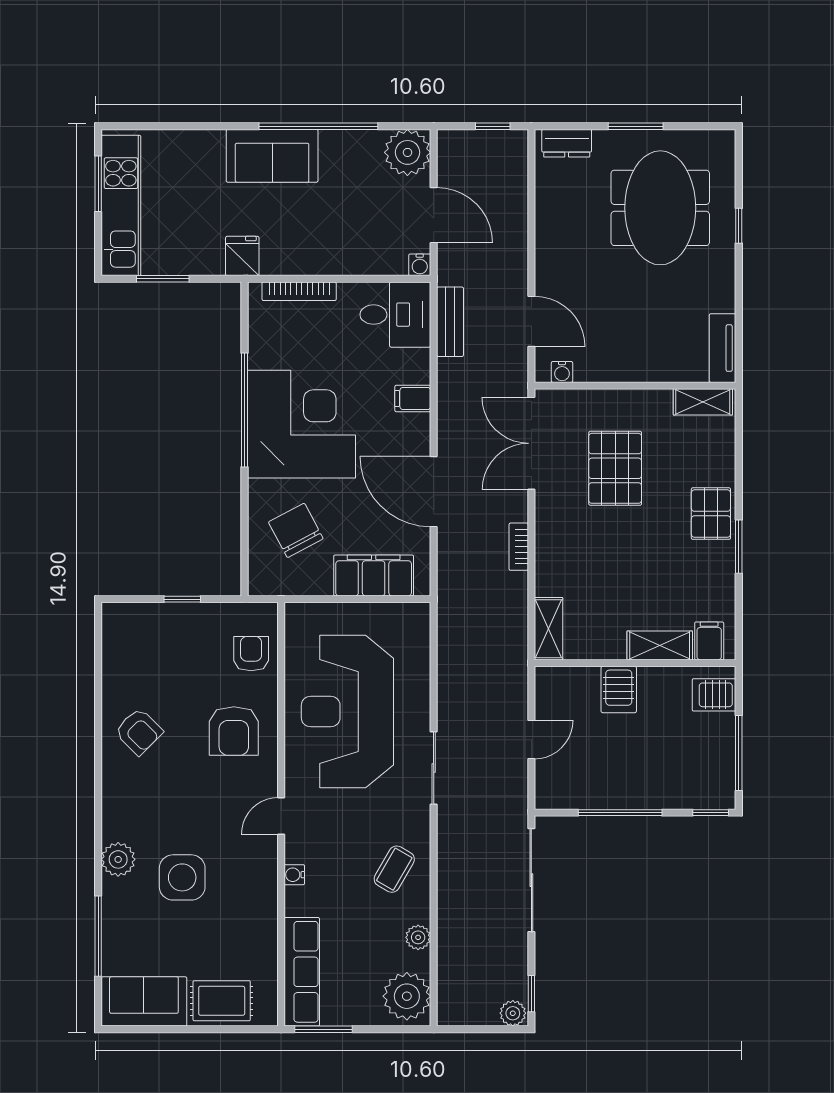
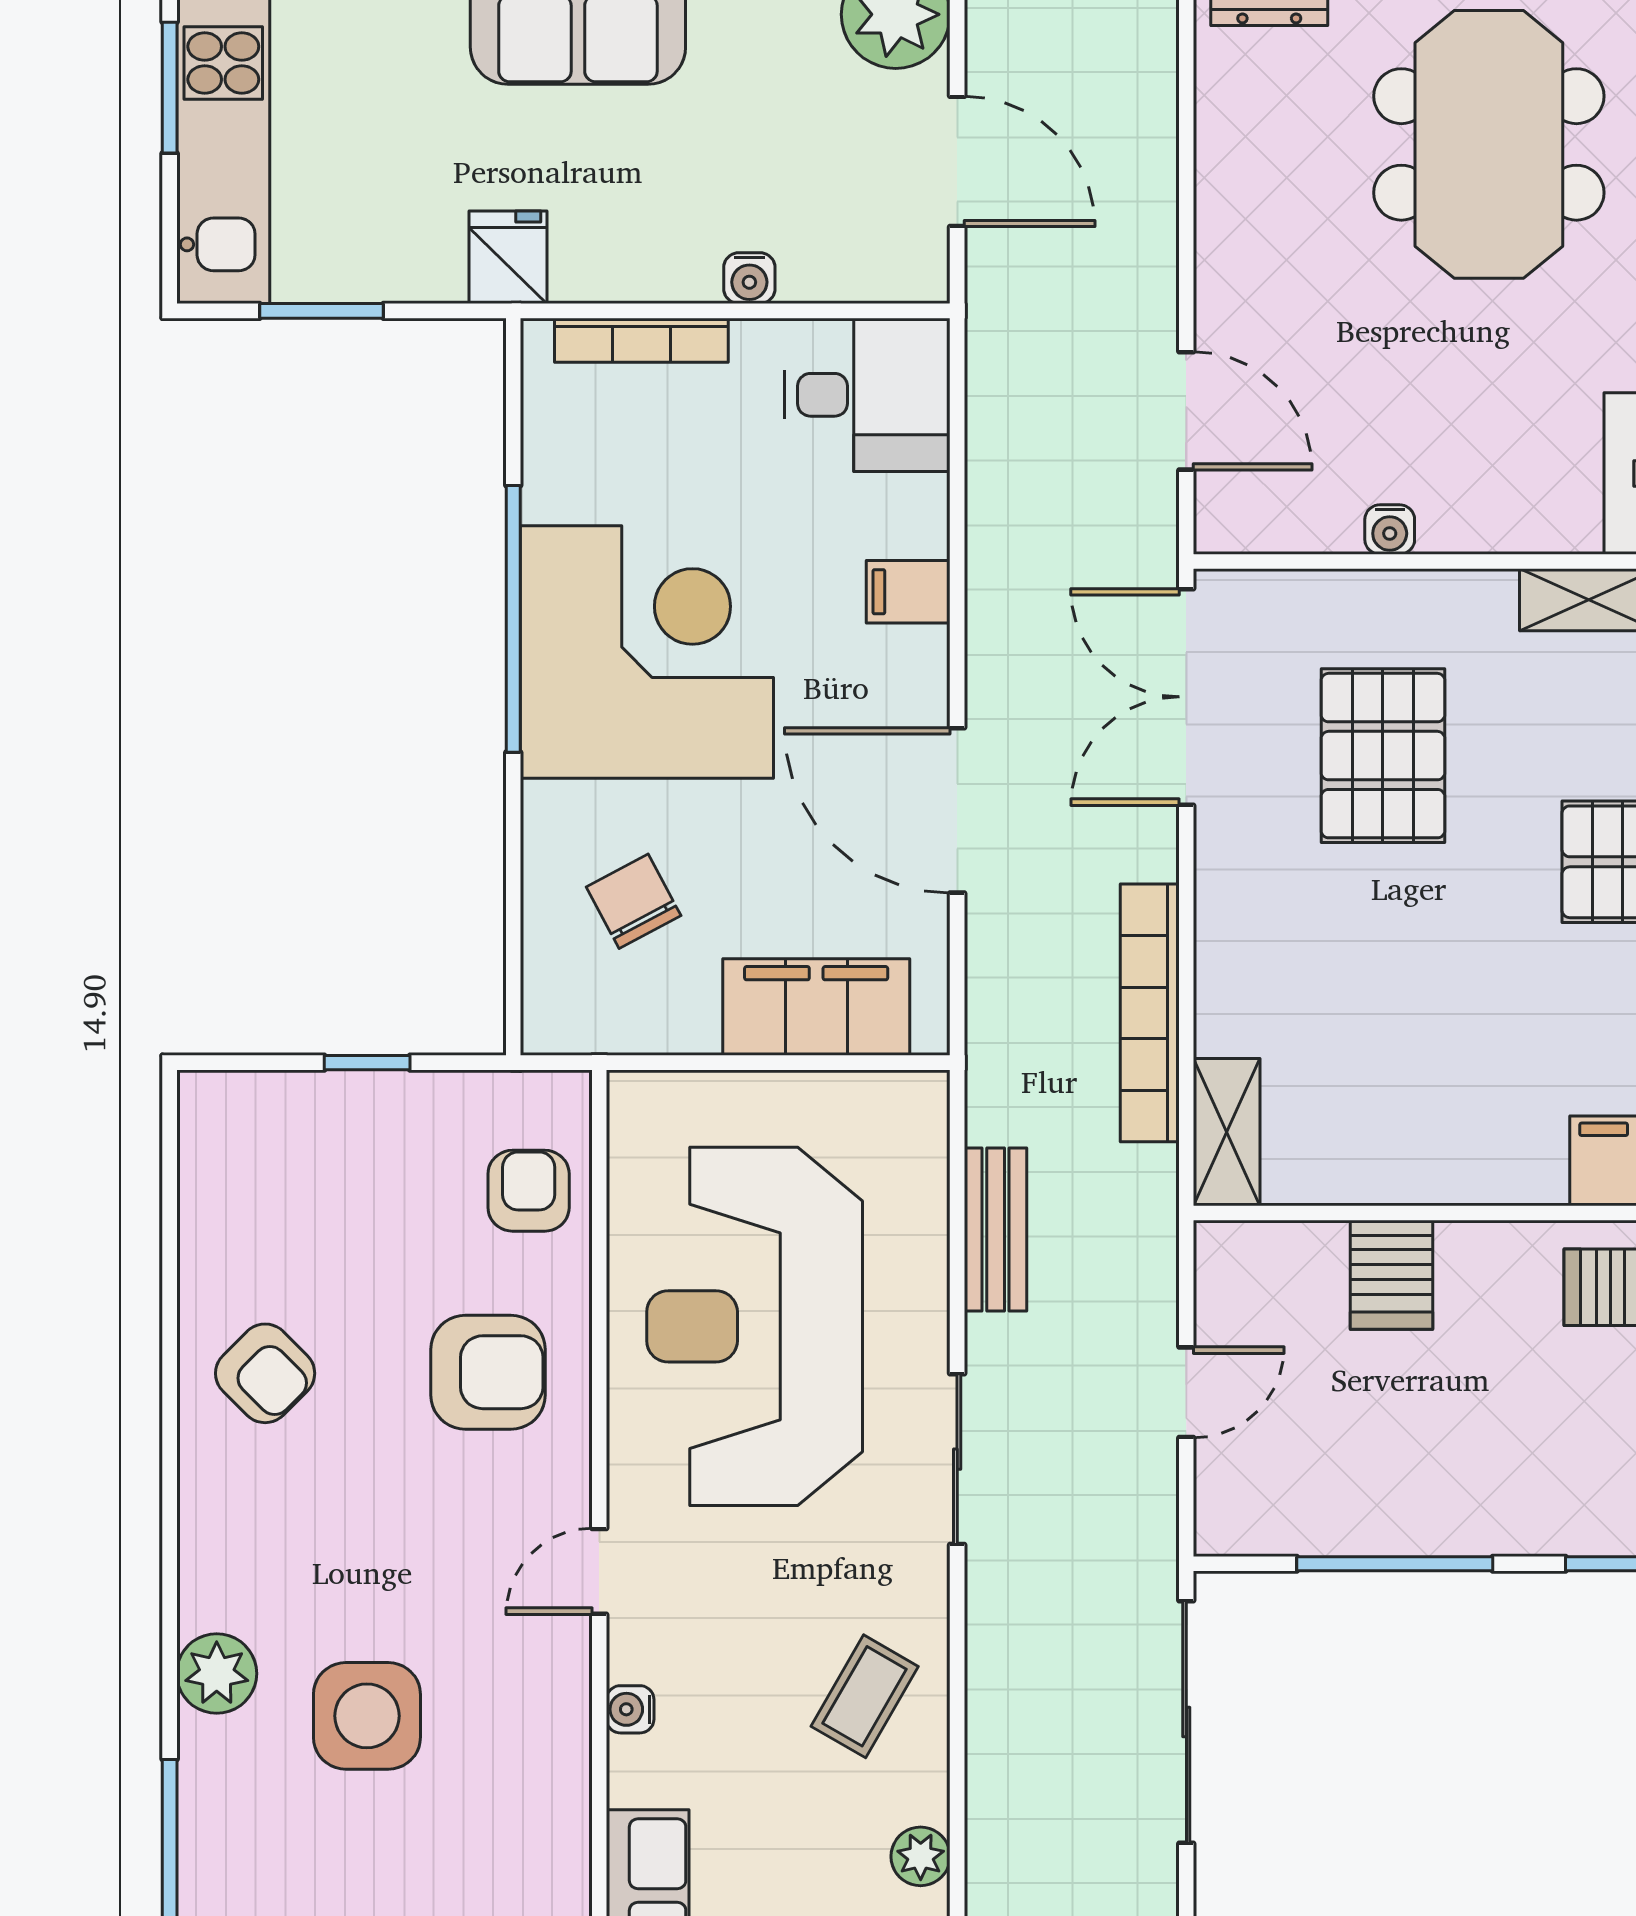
water cooler: (420, 265) -> (749, 278), moved
bench: (450, 322) -> (996, 1229), moved
water cooler: (562, 372) -> (1390, 530), moved
chair: (296, 530) -> (634, 901), width x0.73, depth x0.73
bookcase: (519, 547) -> (1150, 1013), width x2.31, depth x1.31
shelving: (660, 645) -> (1488, 1171), removed
armchair: (234, 731) -> (488, 1372), turned -90

